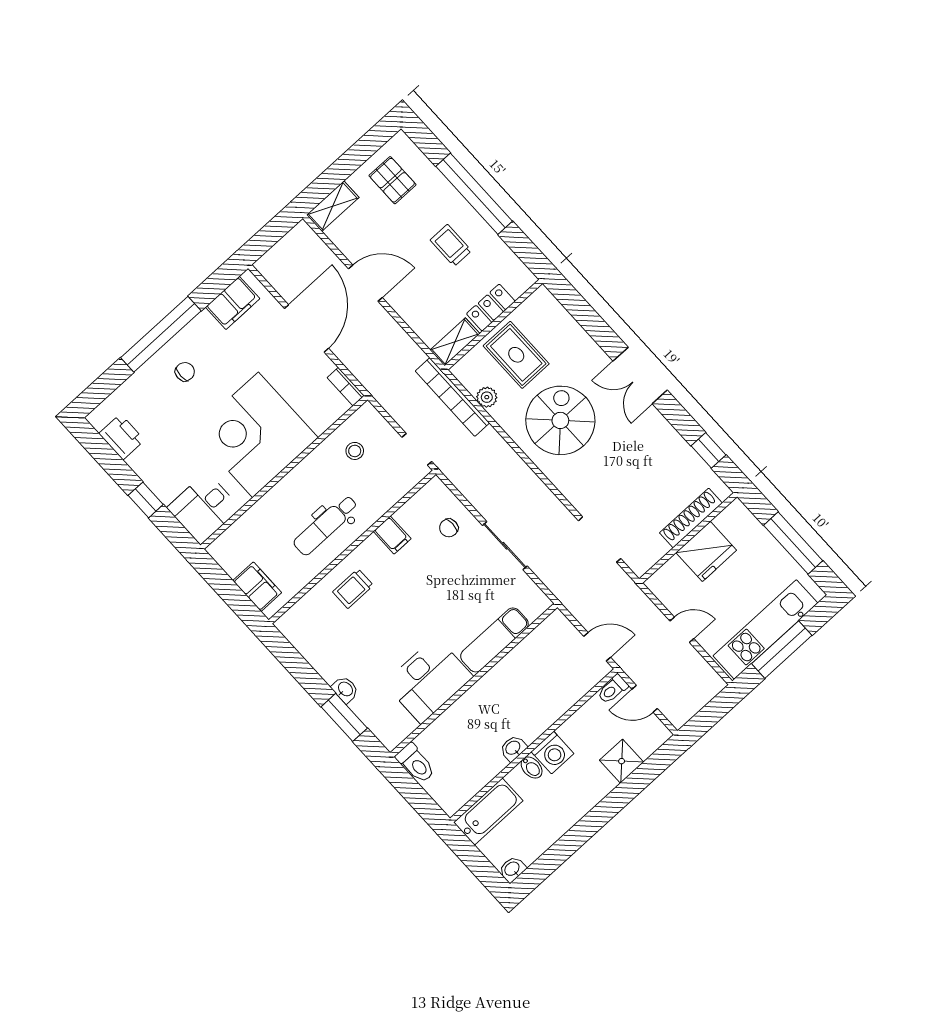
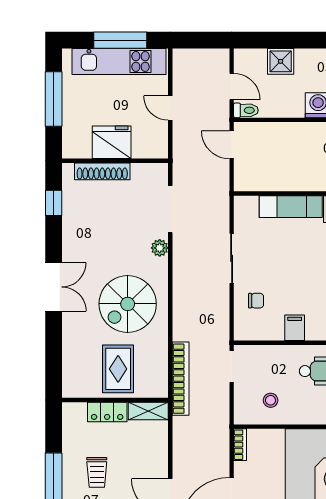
plant: (487, 397) -> (160, 248), moved

